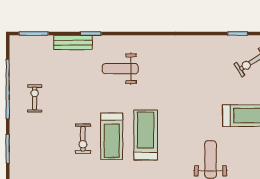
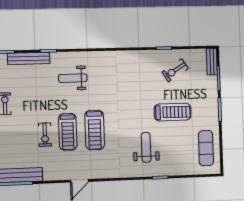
bench: (73, 43) -> (29, 58), width x1.36
treadmill: (146, 135) -> (95, 130), turned 180

